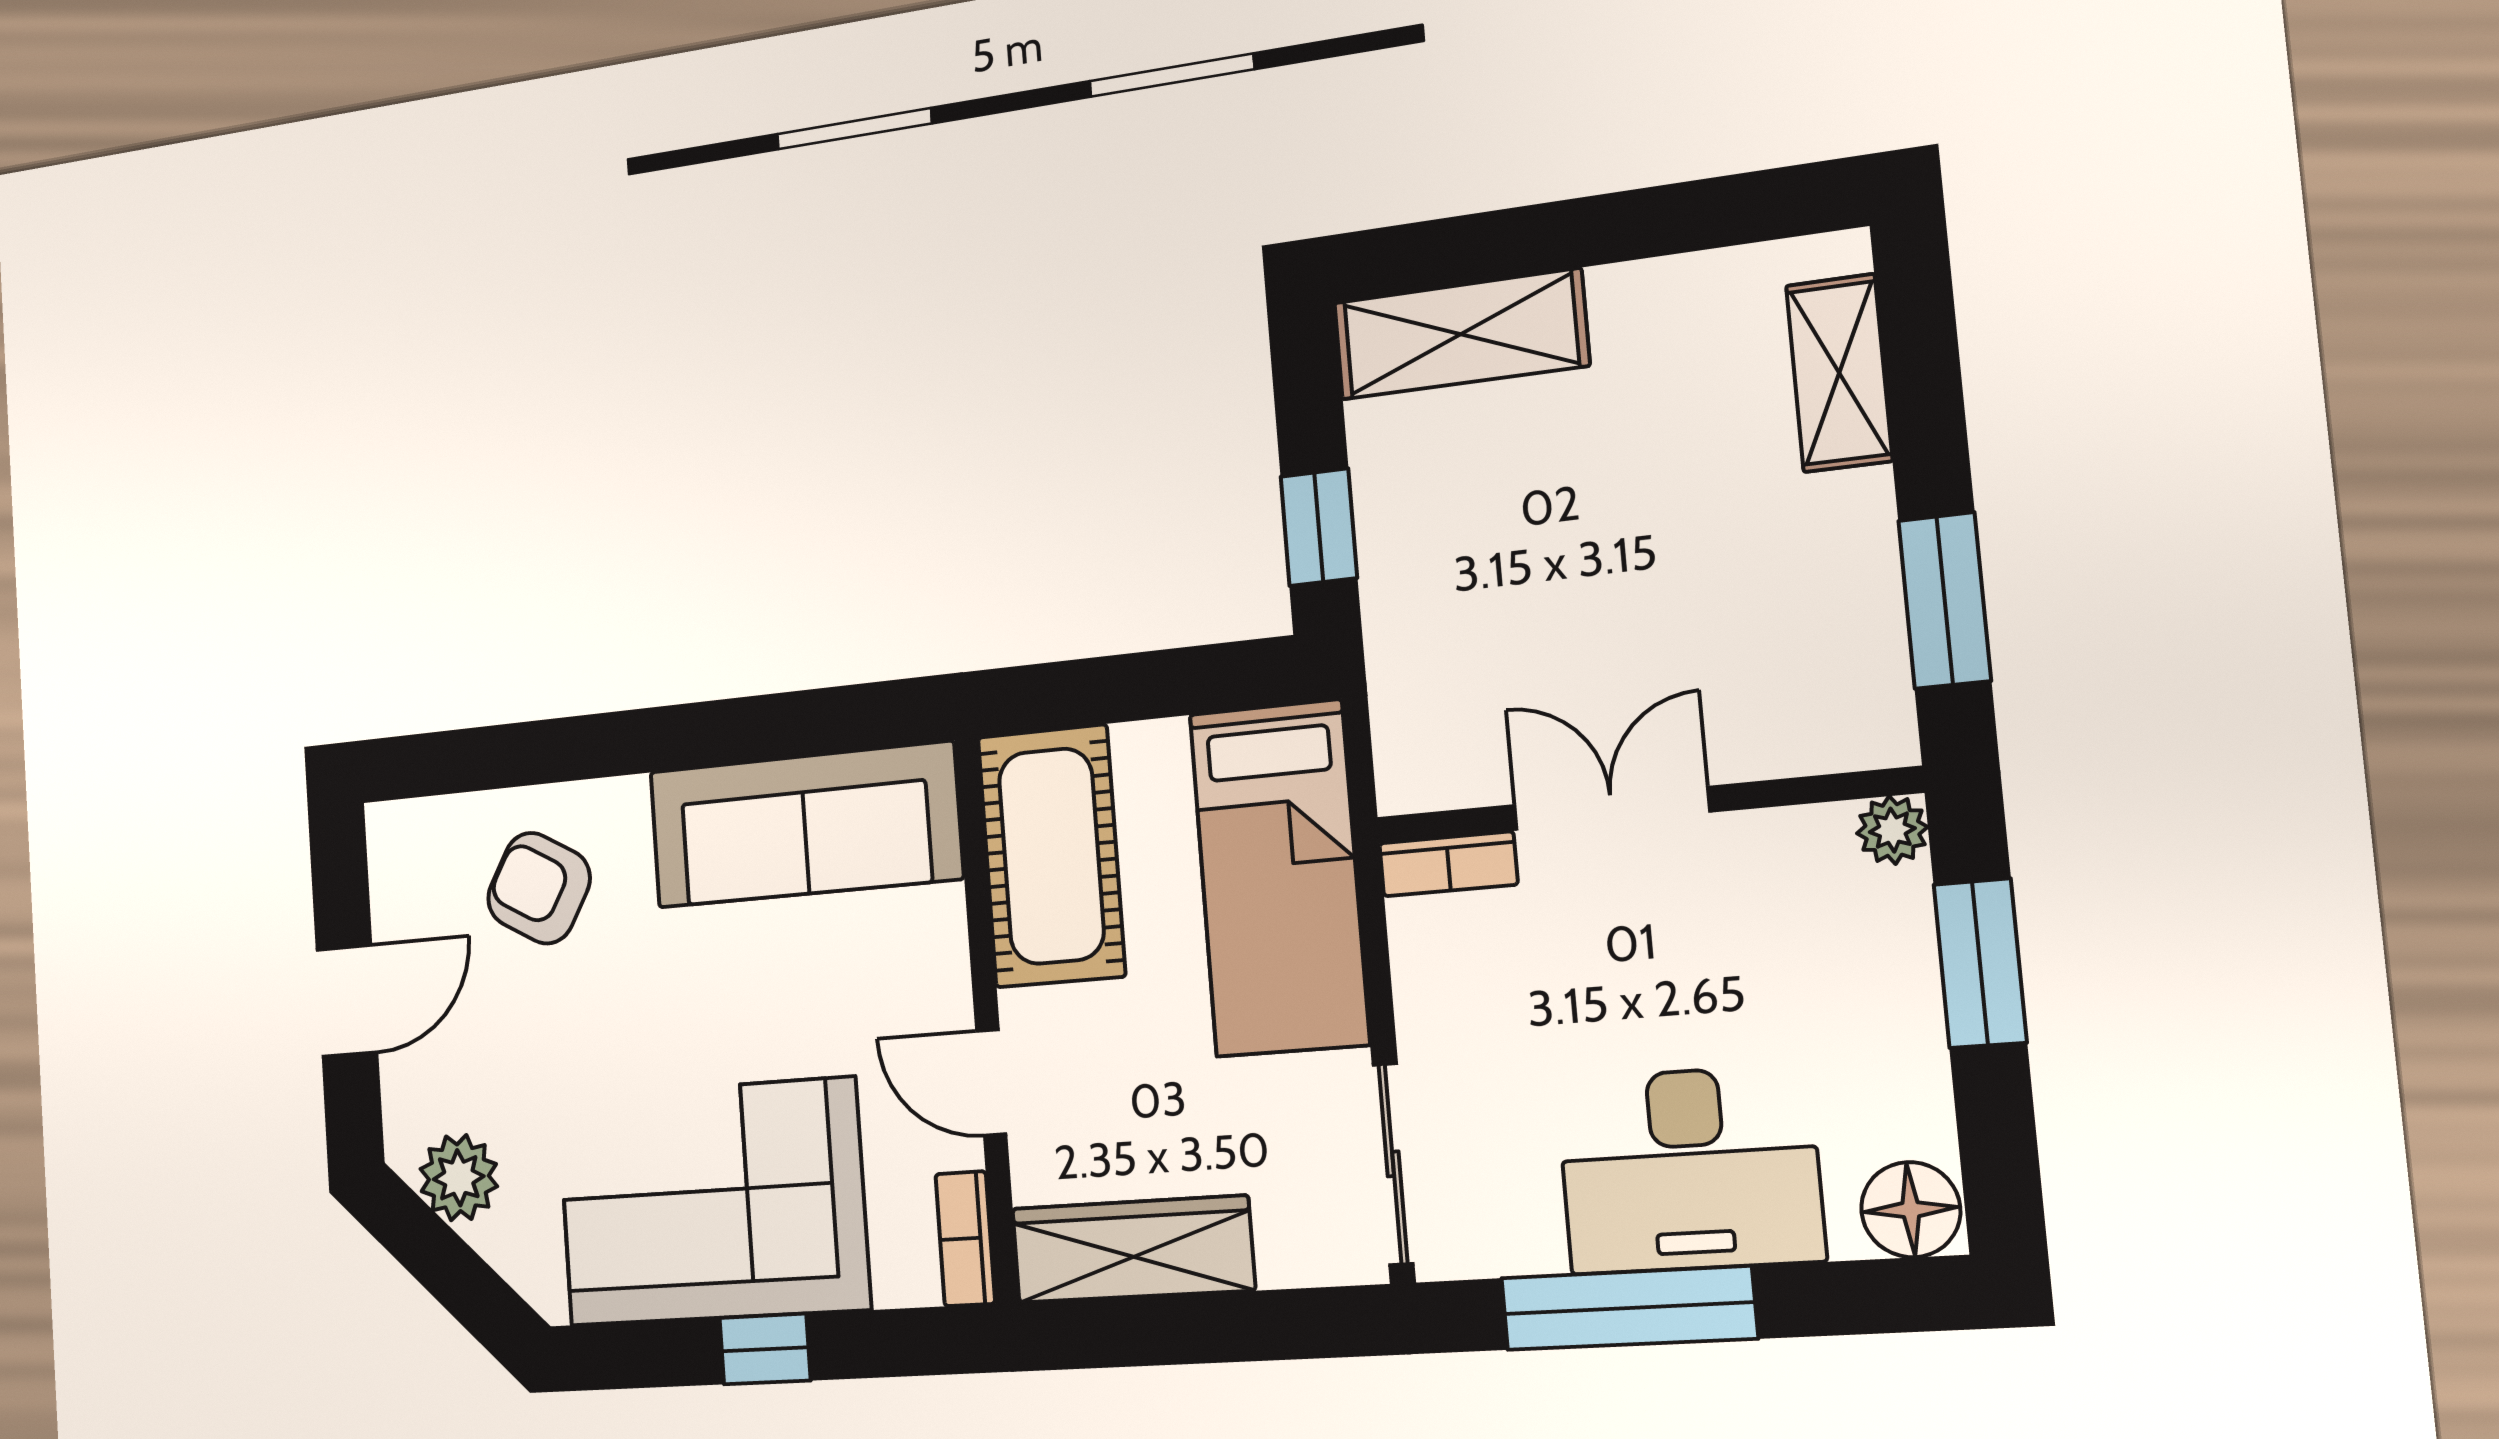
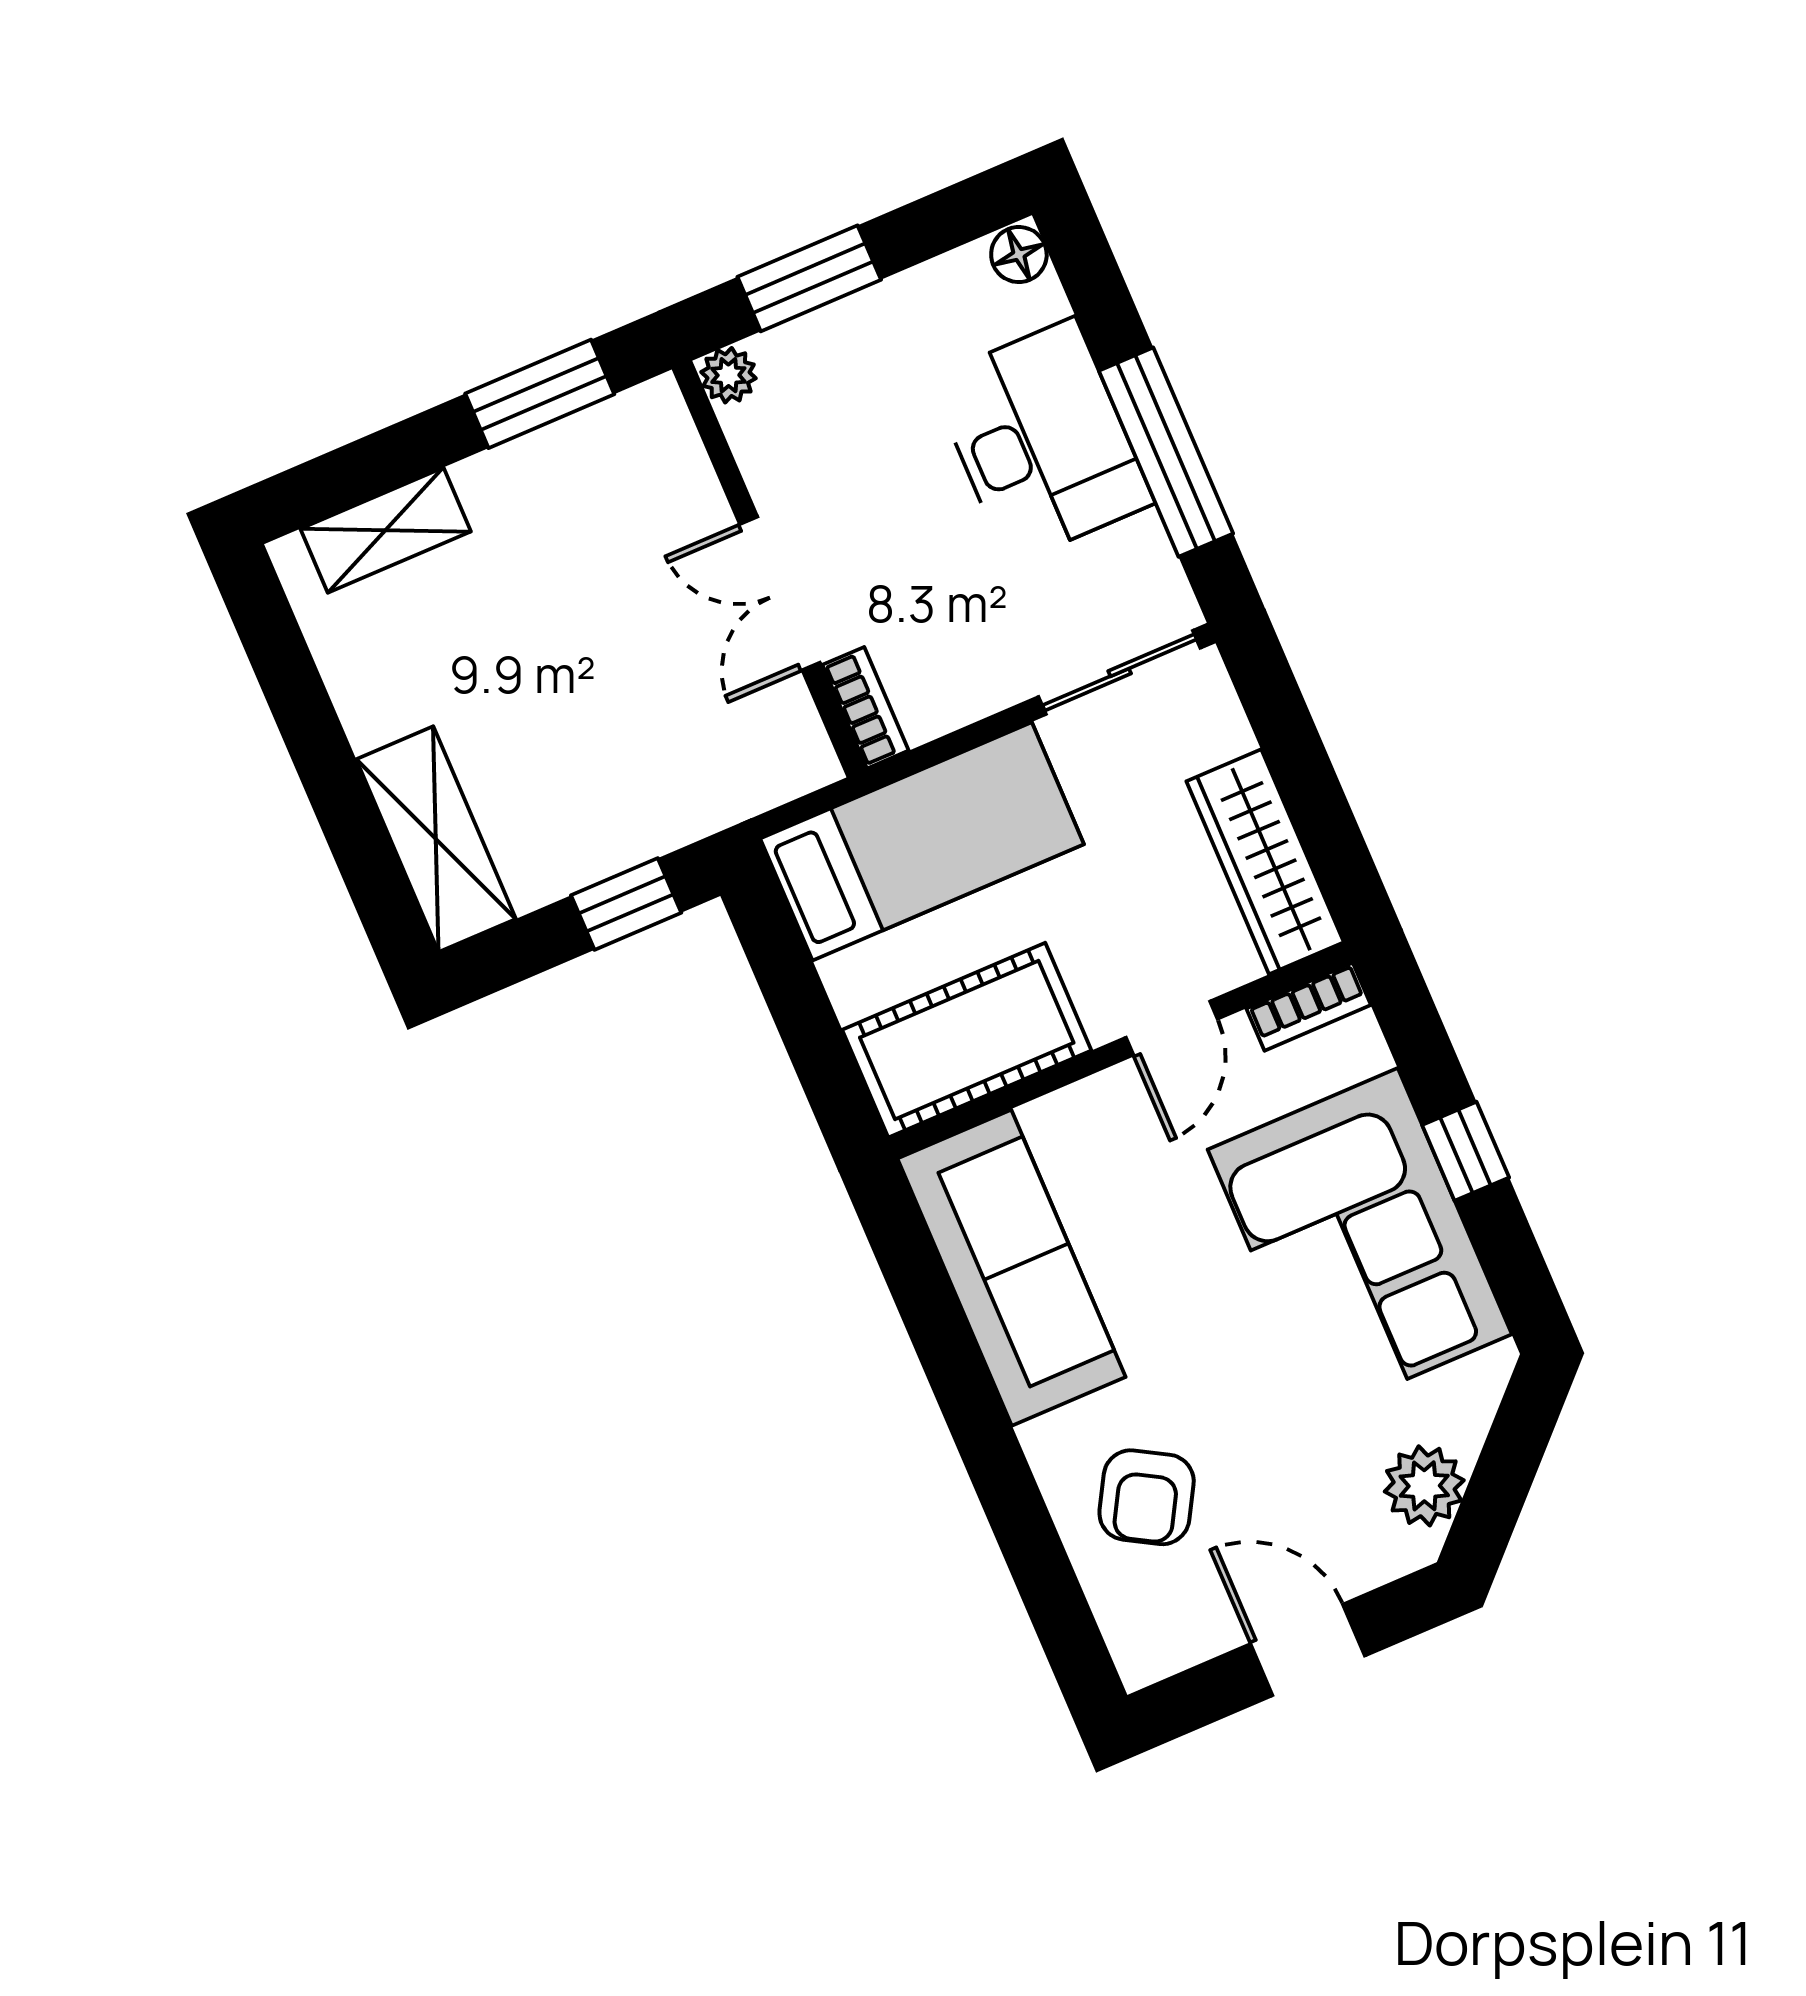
floor lamp: (1911, 1210) -> (1019, 255), width x0.73, depth x0.73

